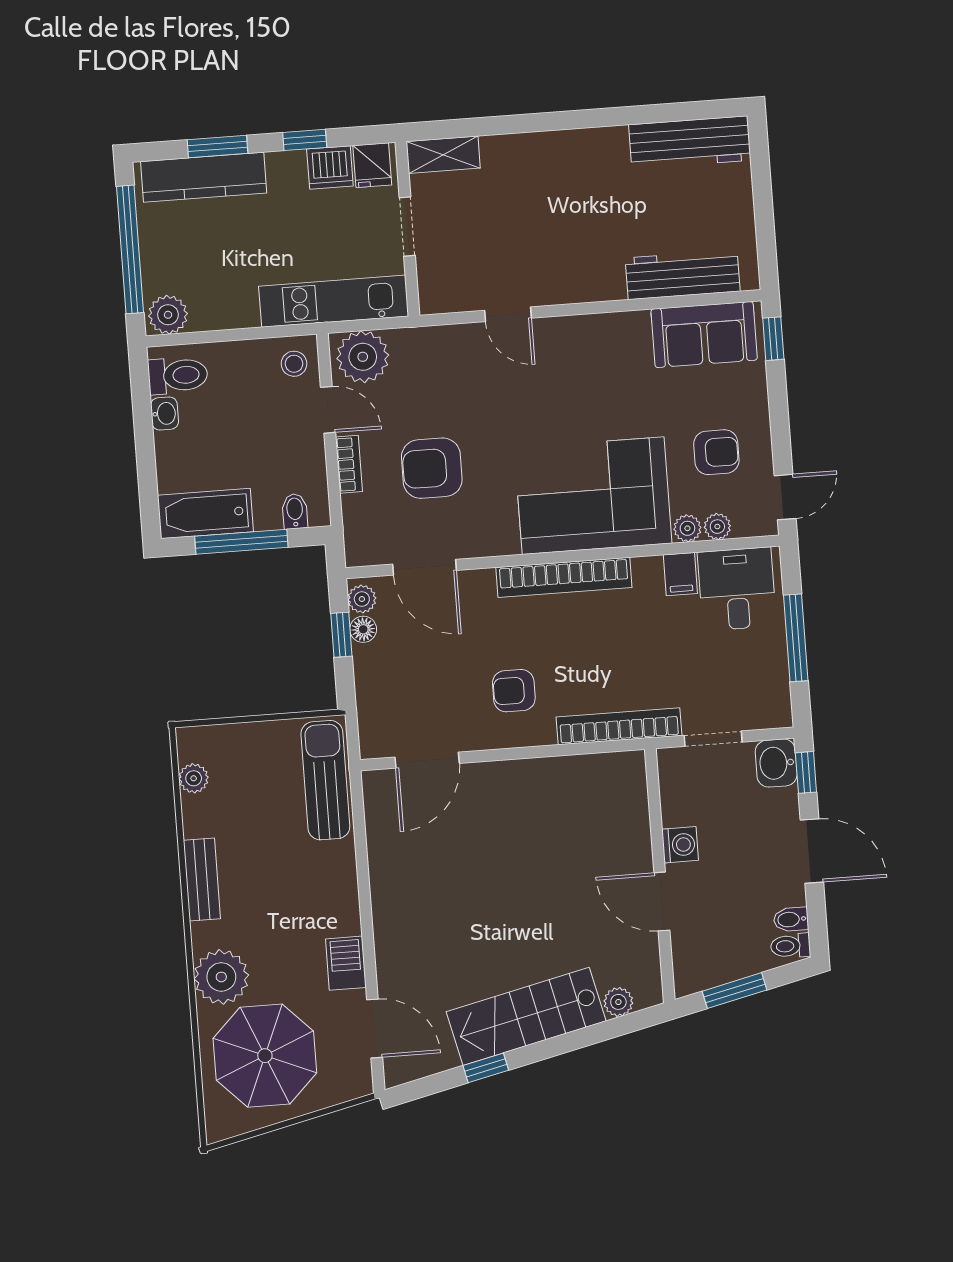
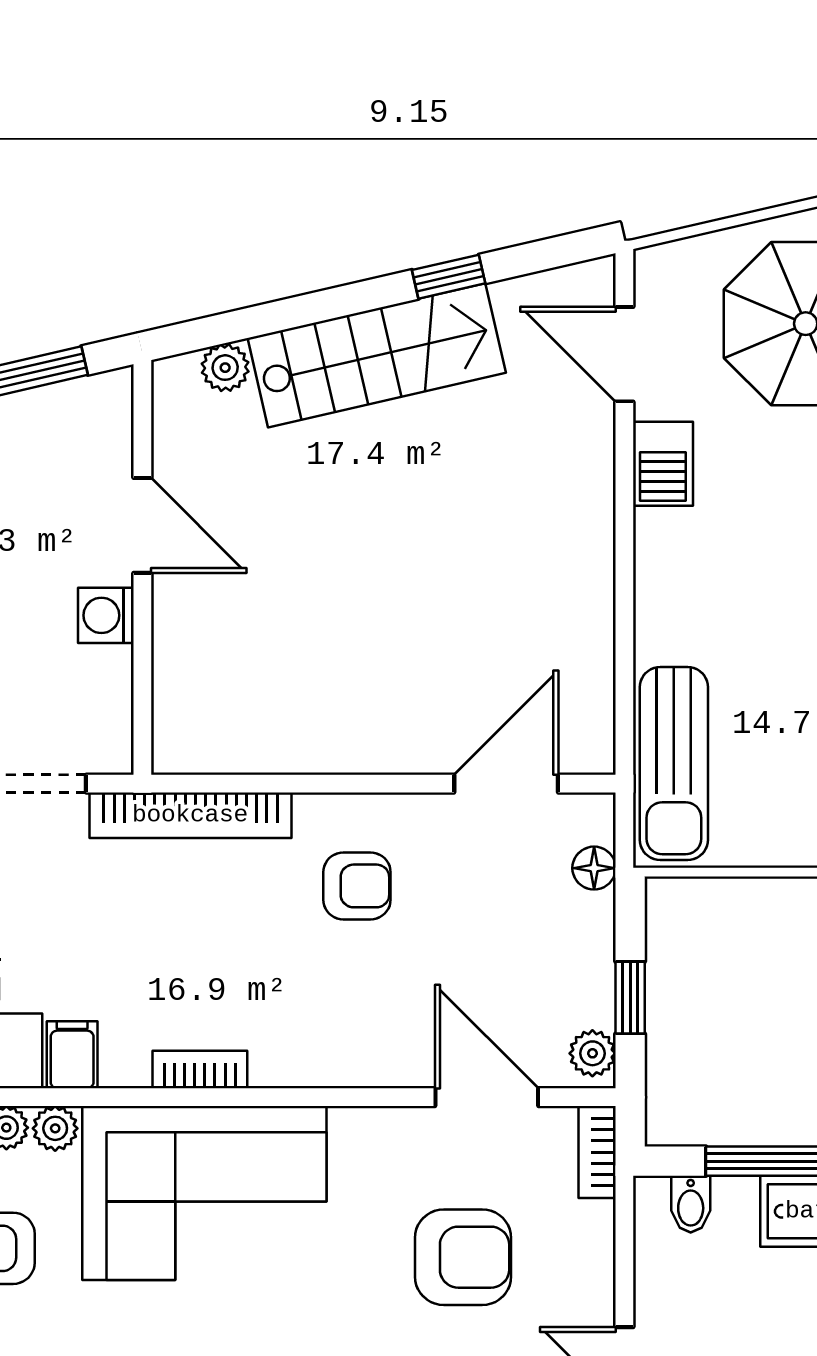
bookcase: (349, 464) -> (597, 1152), moved
bookcase: (564, 577) -> (200, 1070), width x0.43, depth x0.76
floor lamp: (363, 629) -> (594, 868), moved

